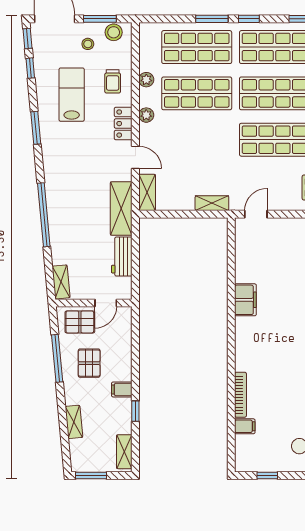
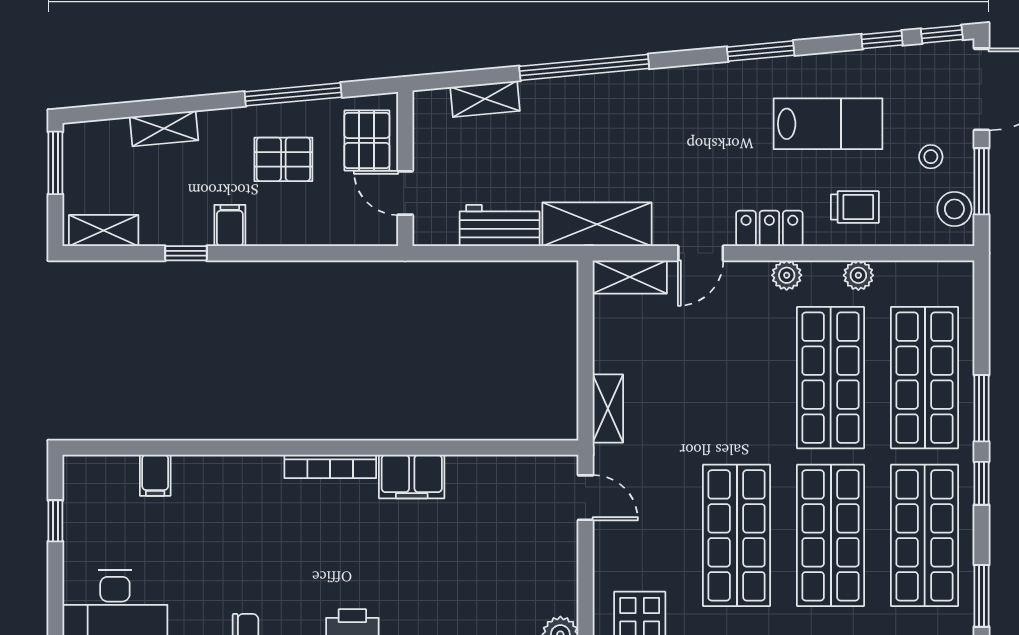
trolley: (113, 81) -> (855, 207), turned 180
shelving: (61, 282) -> (485, 99), moved
bookcase: (241, 395) -> (330, 466), moved

